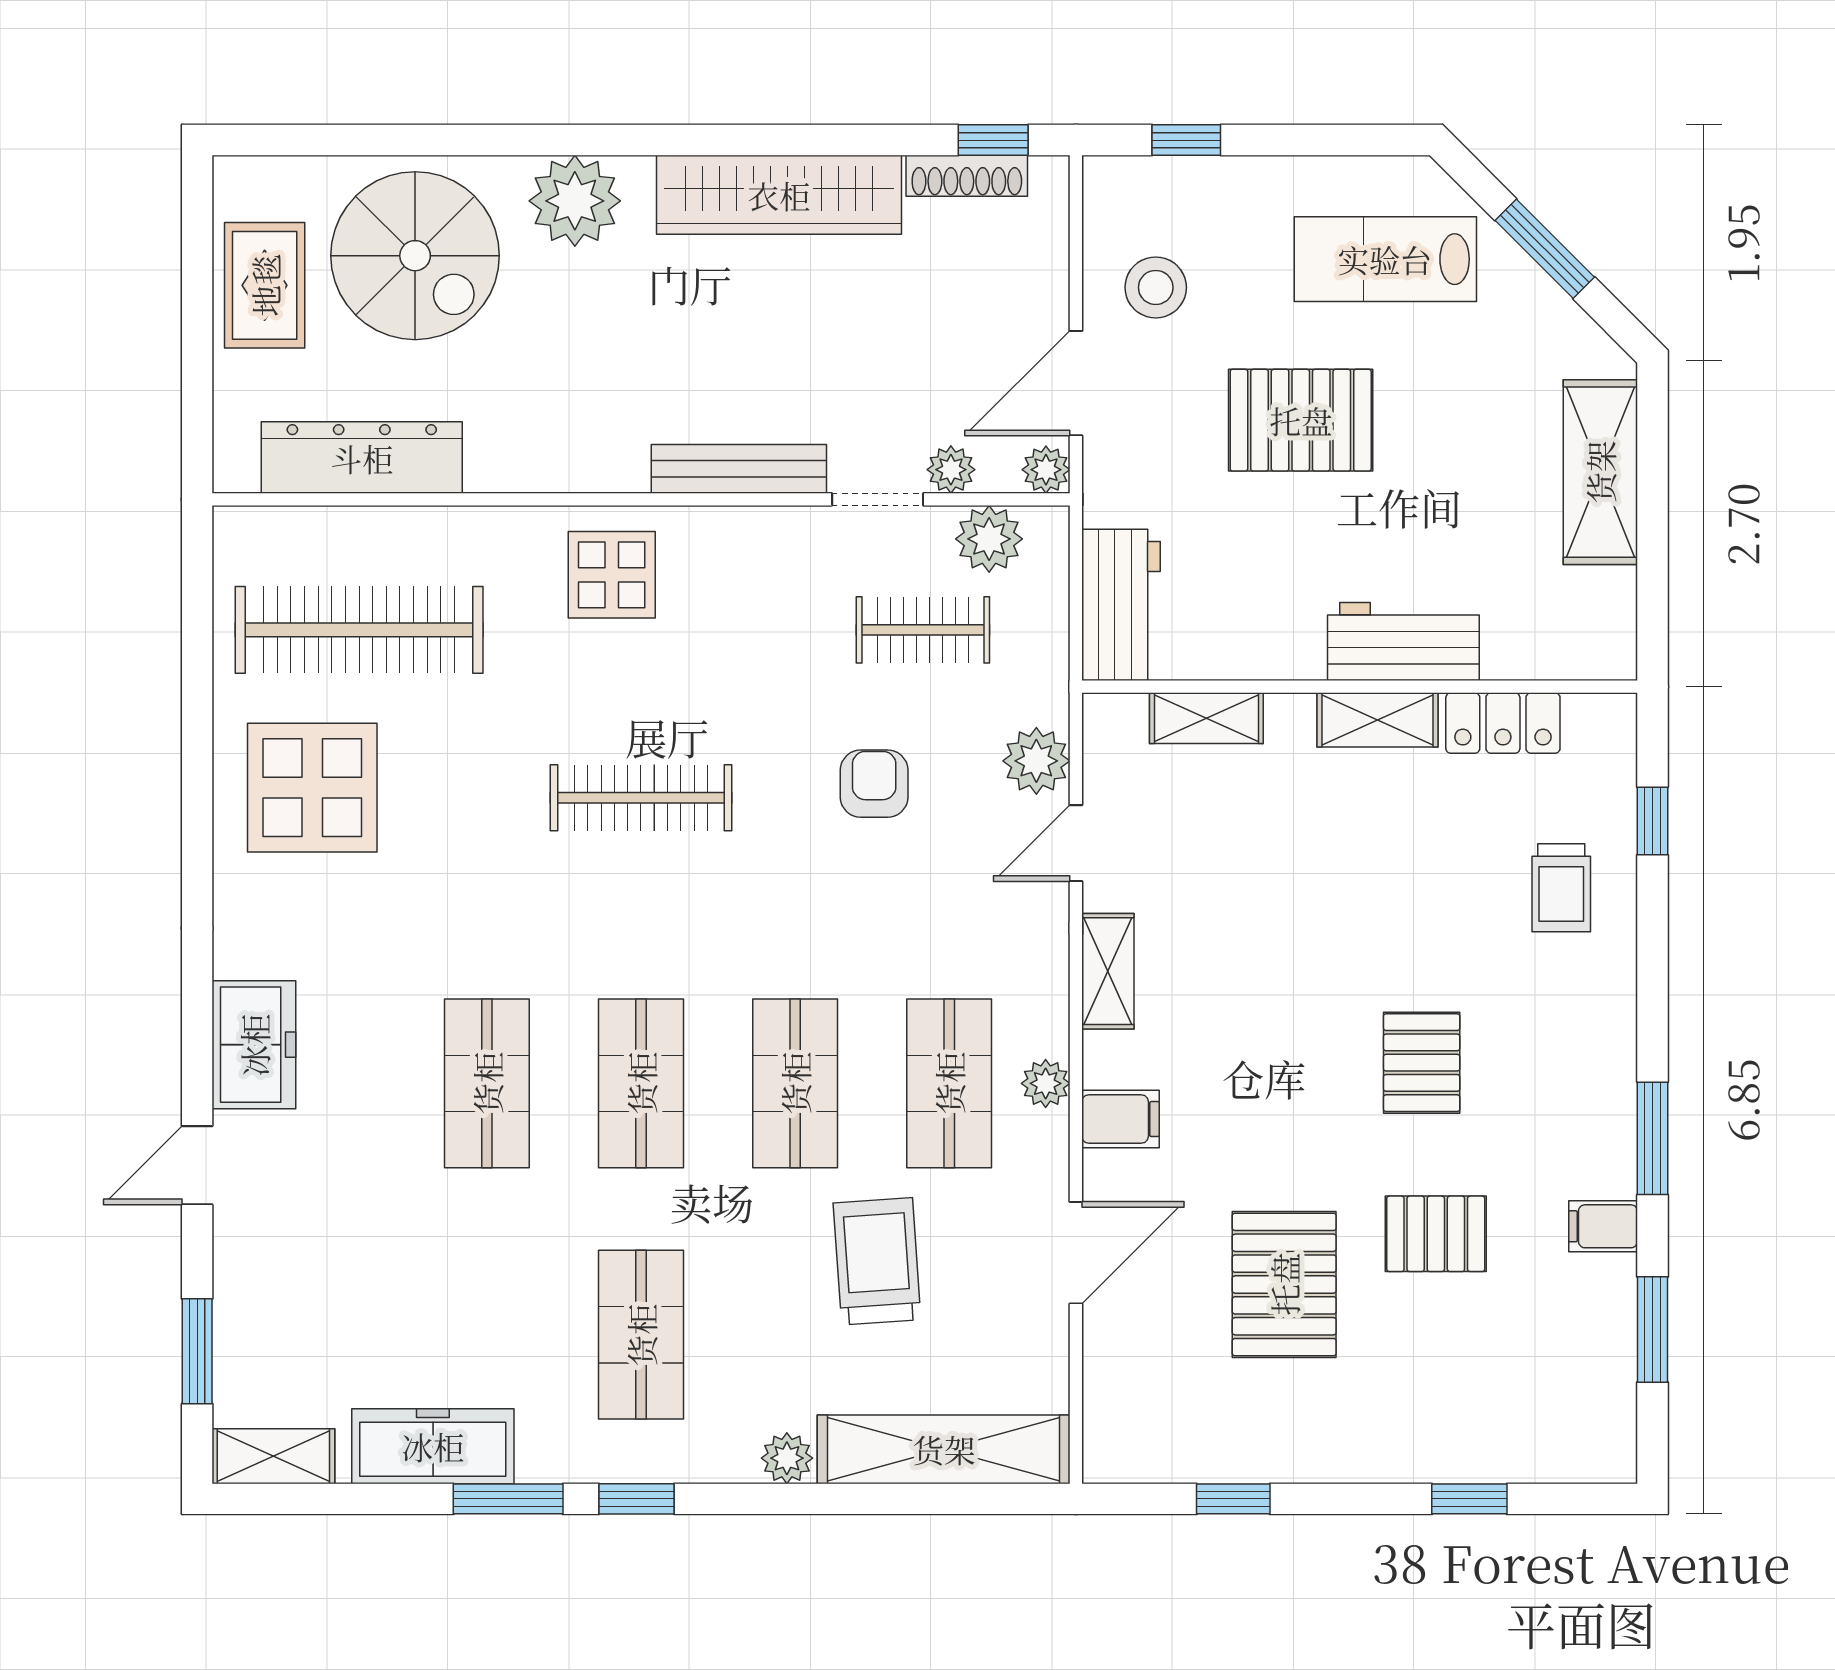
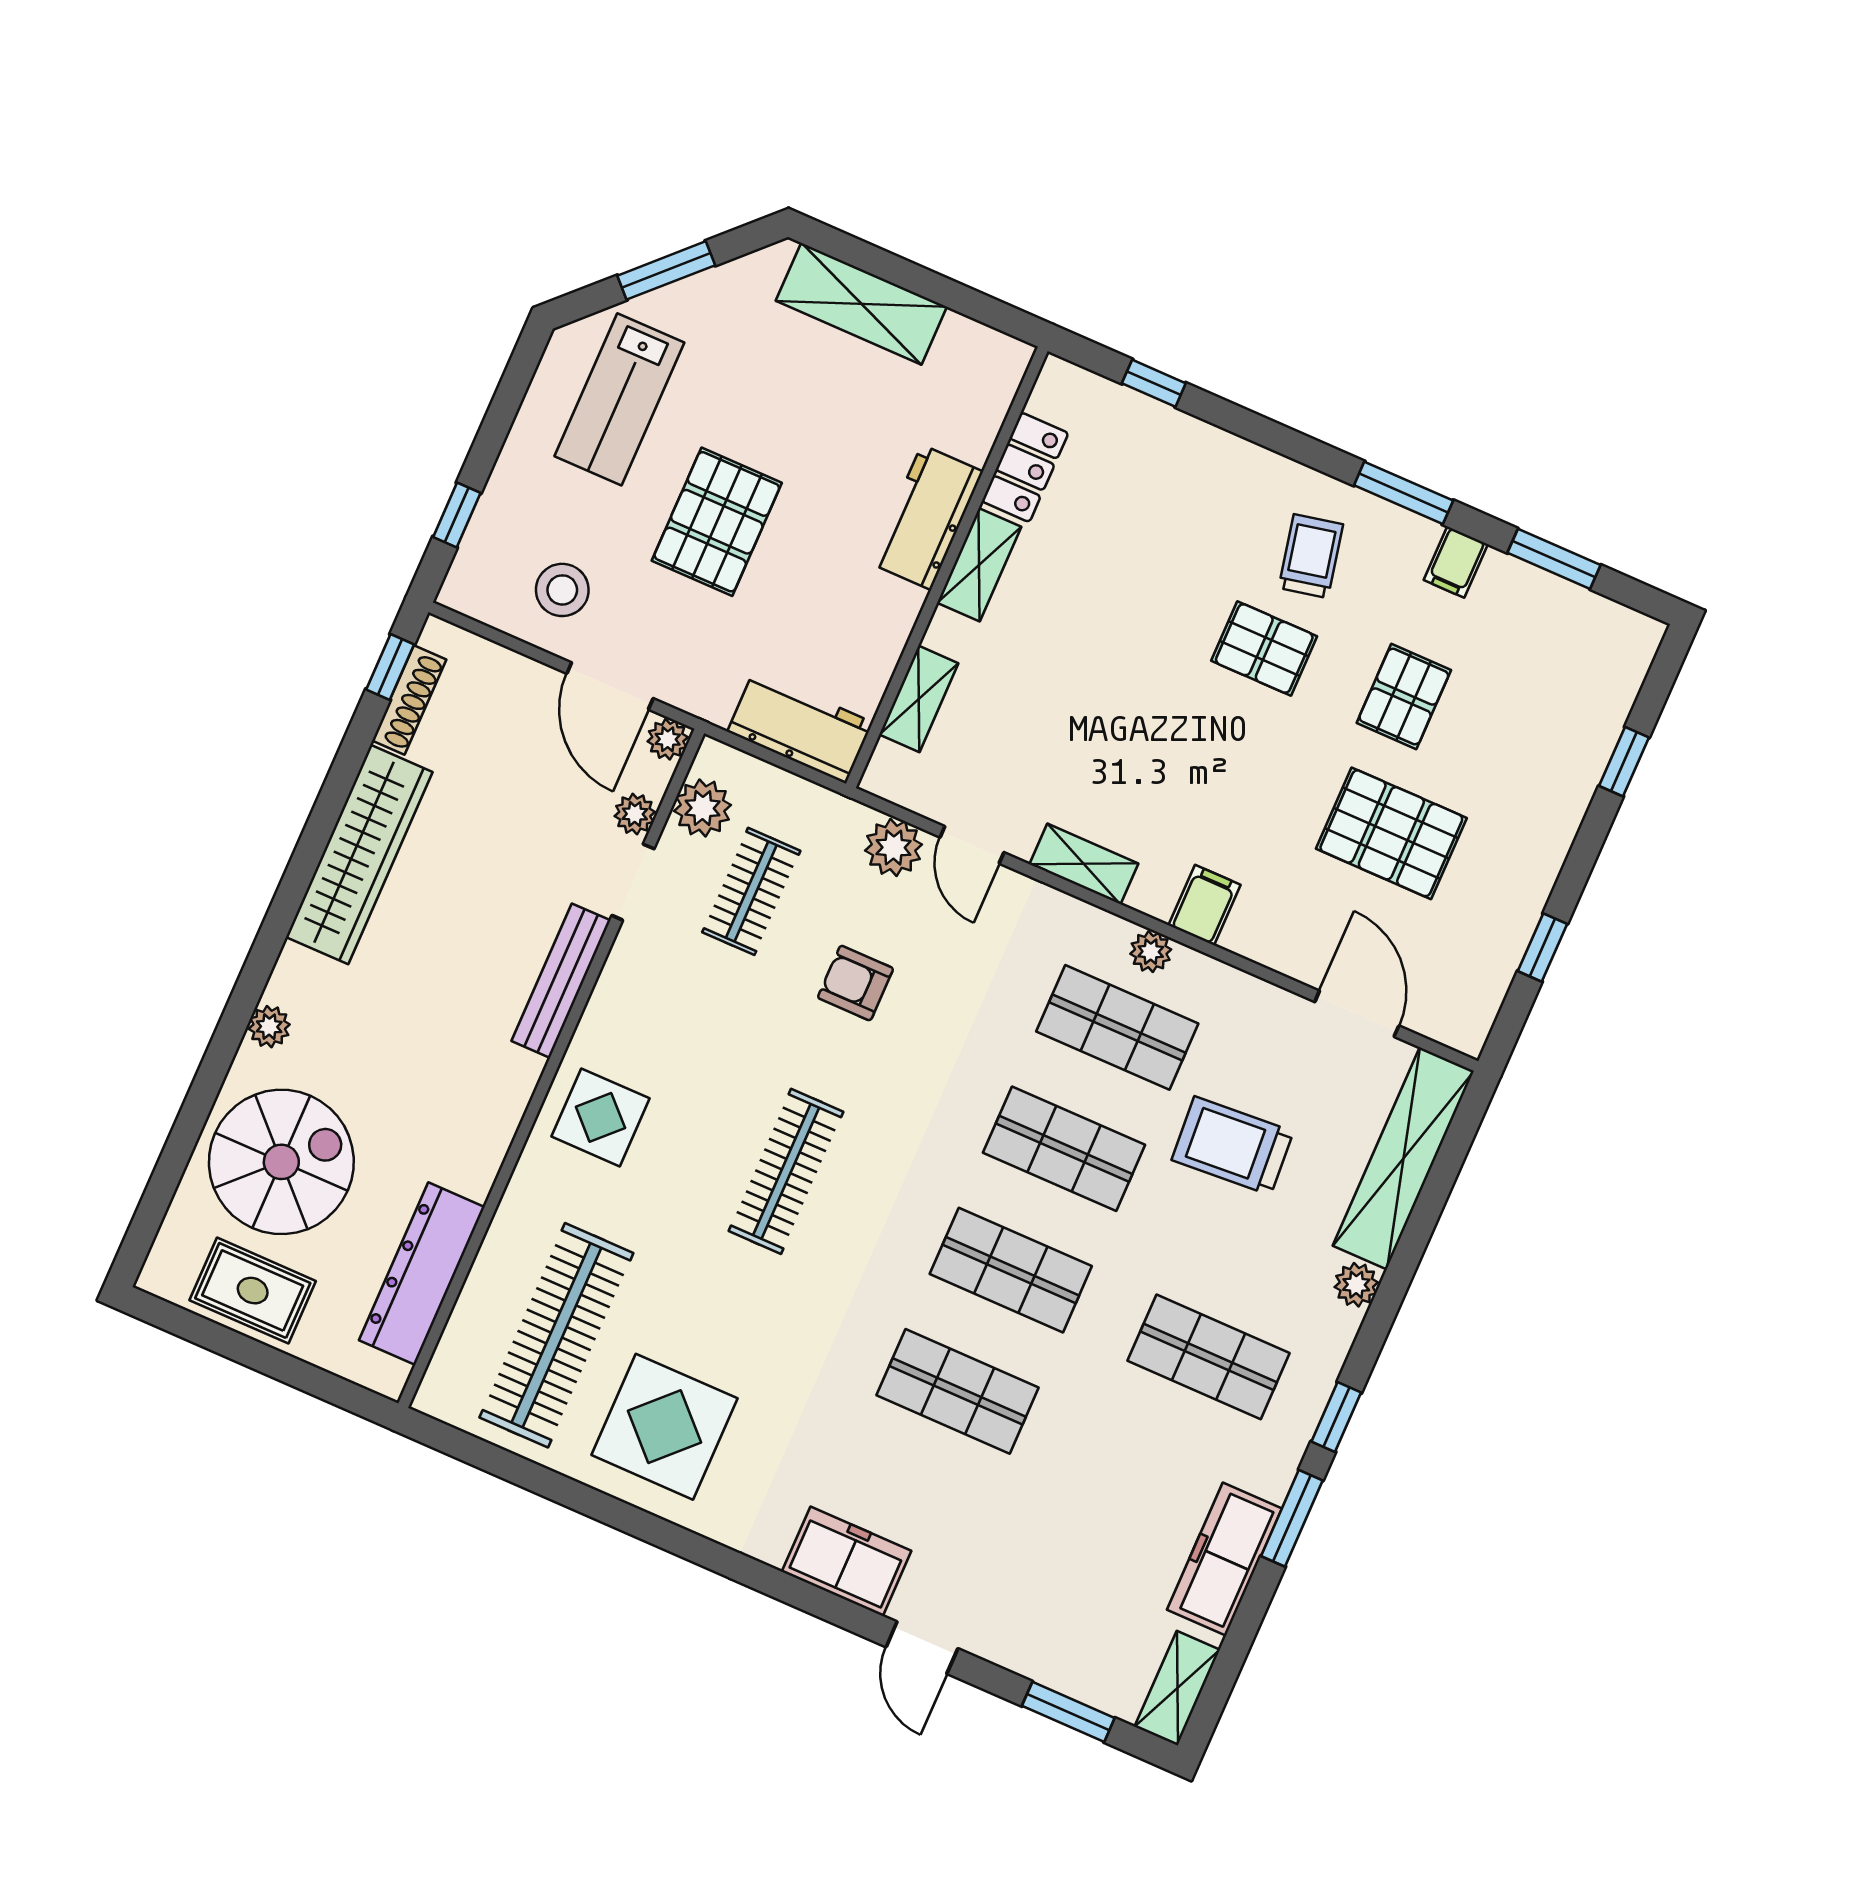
plant: (575, 201) -> (269, 1027), width x0.53, depth x0.53
trolley: (1561, 888) -> (1311, 556), moved, turned -102
door: (1076, 1253) -> (1357, 1014), moved

